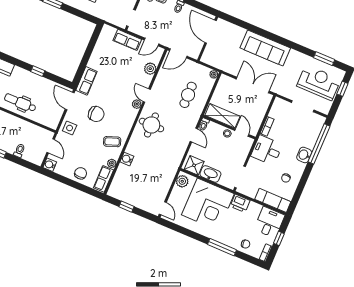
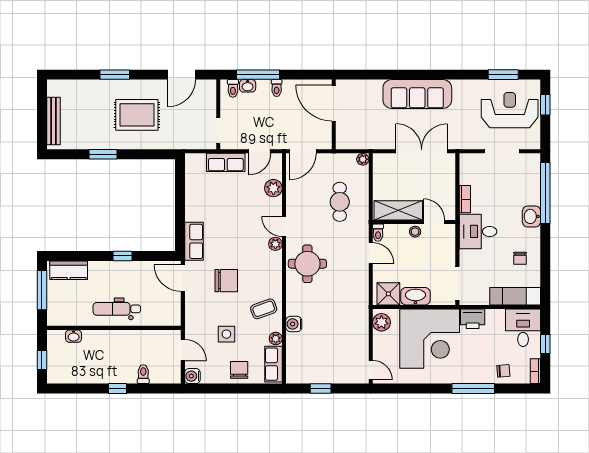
side table: (70, 128) -> (226, 334), moved

